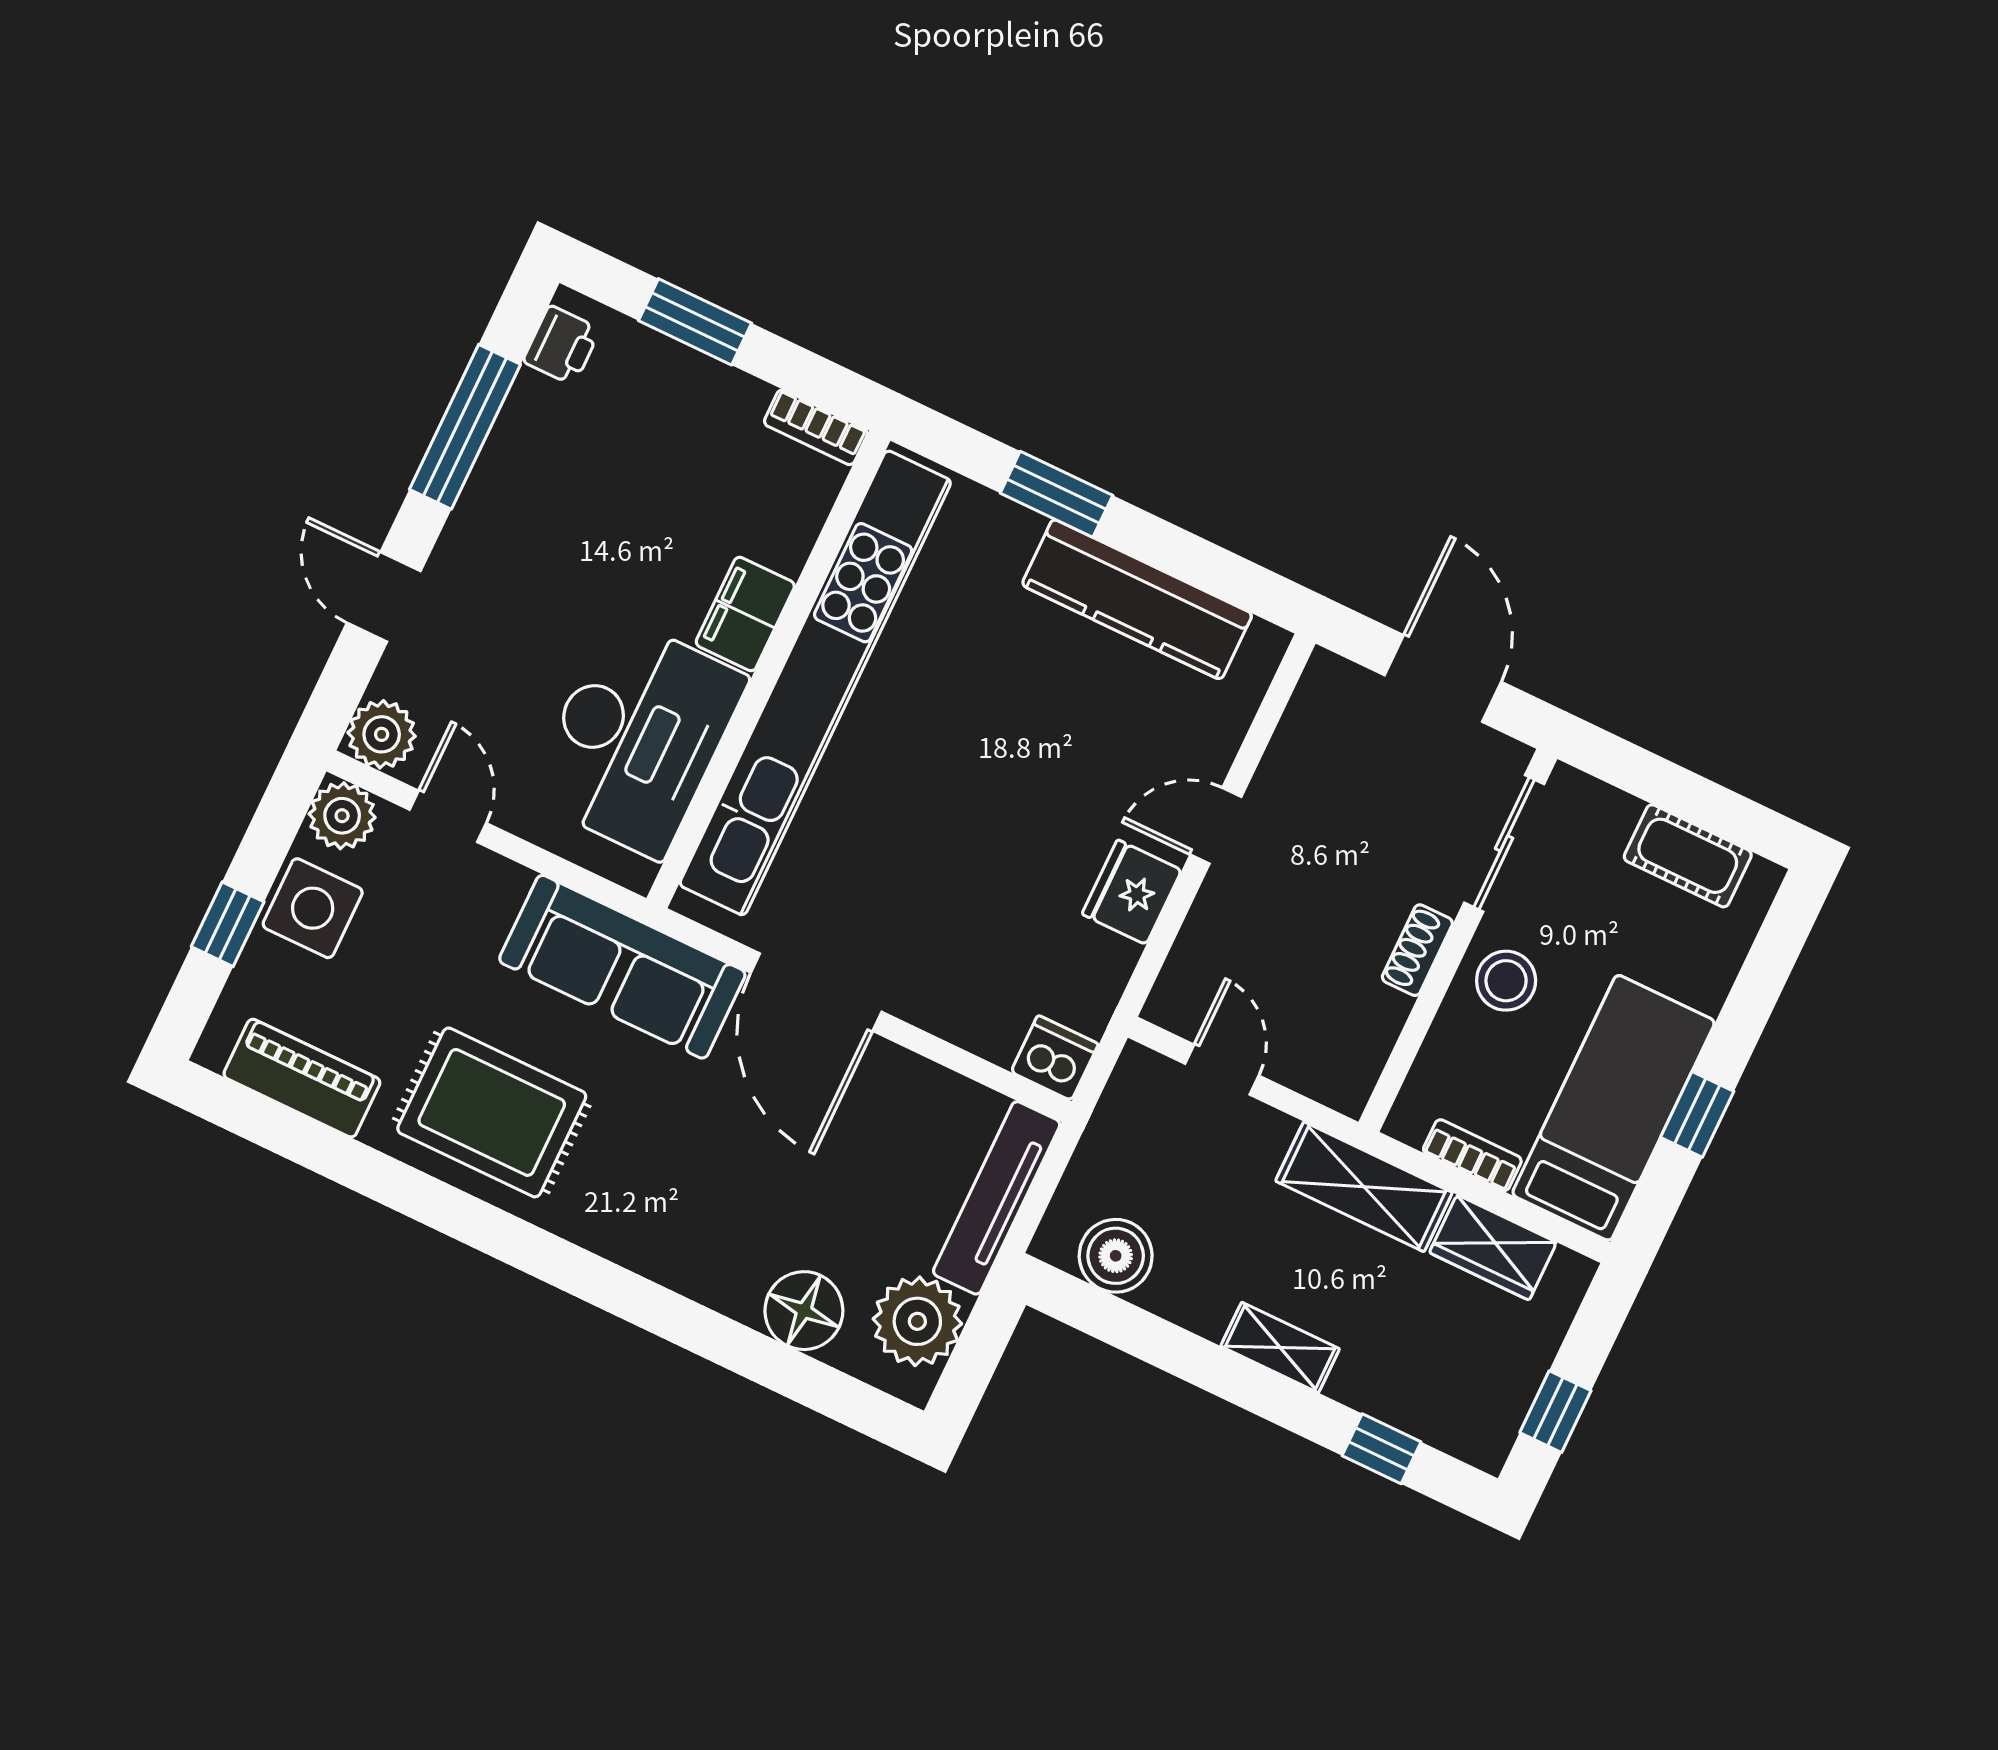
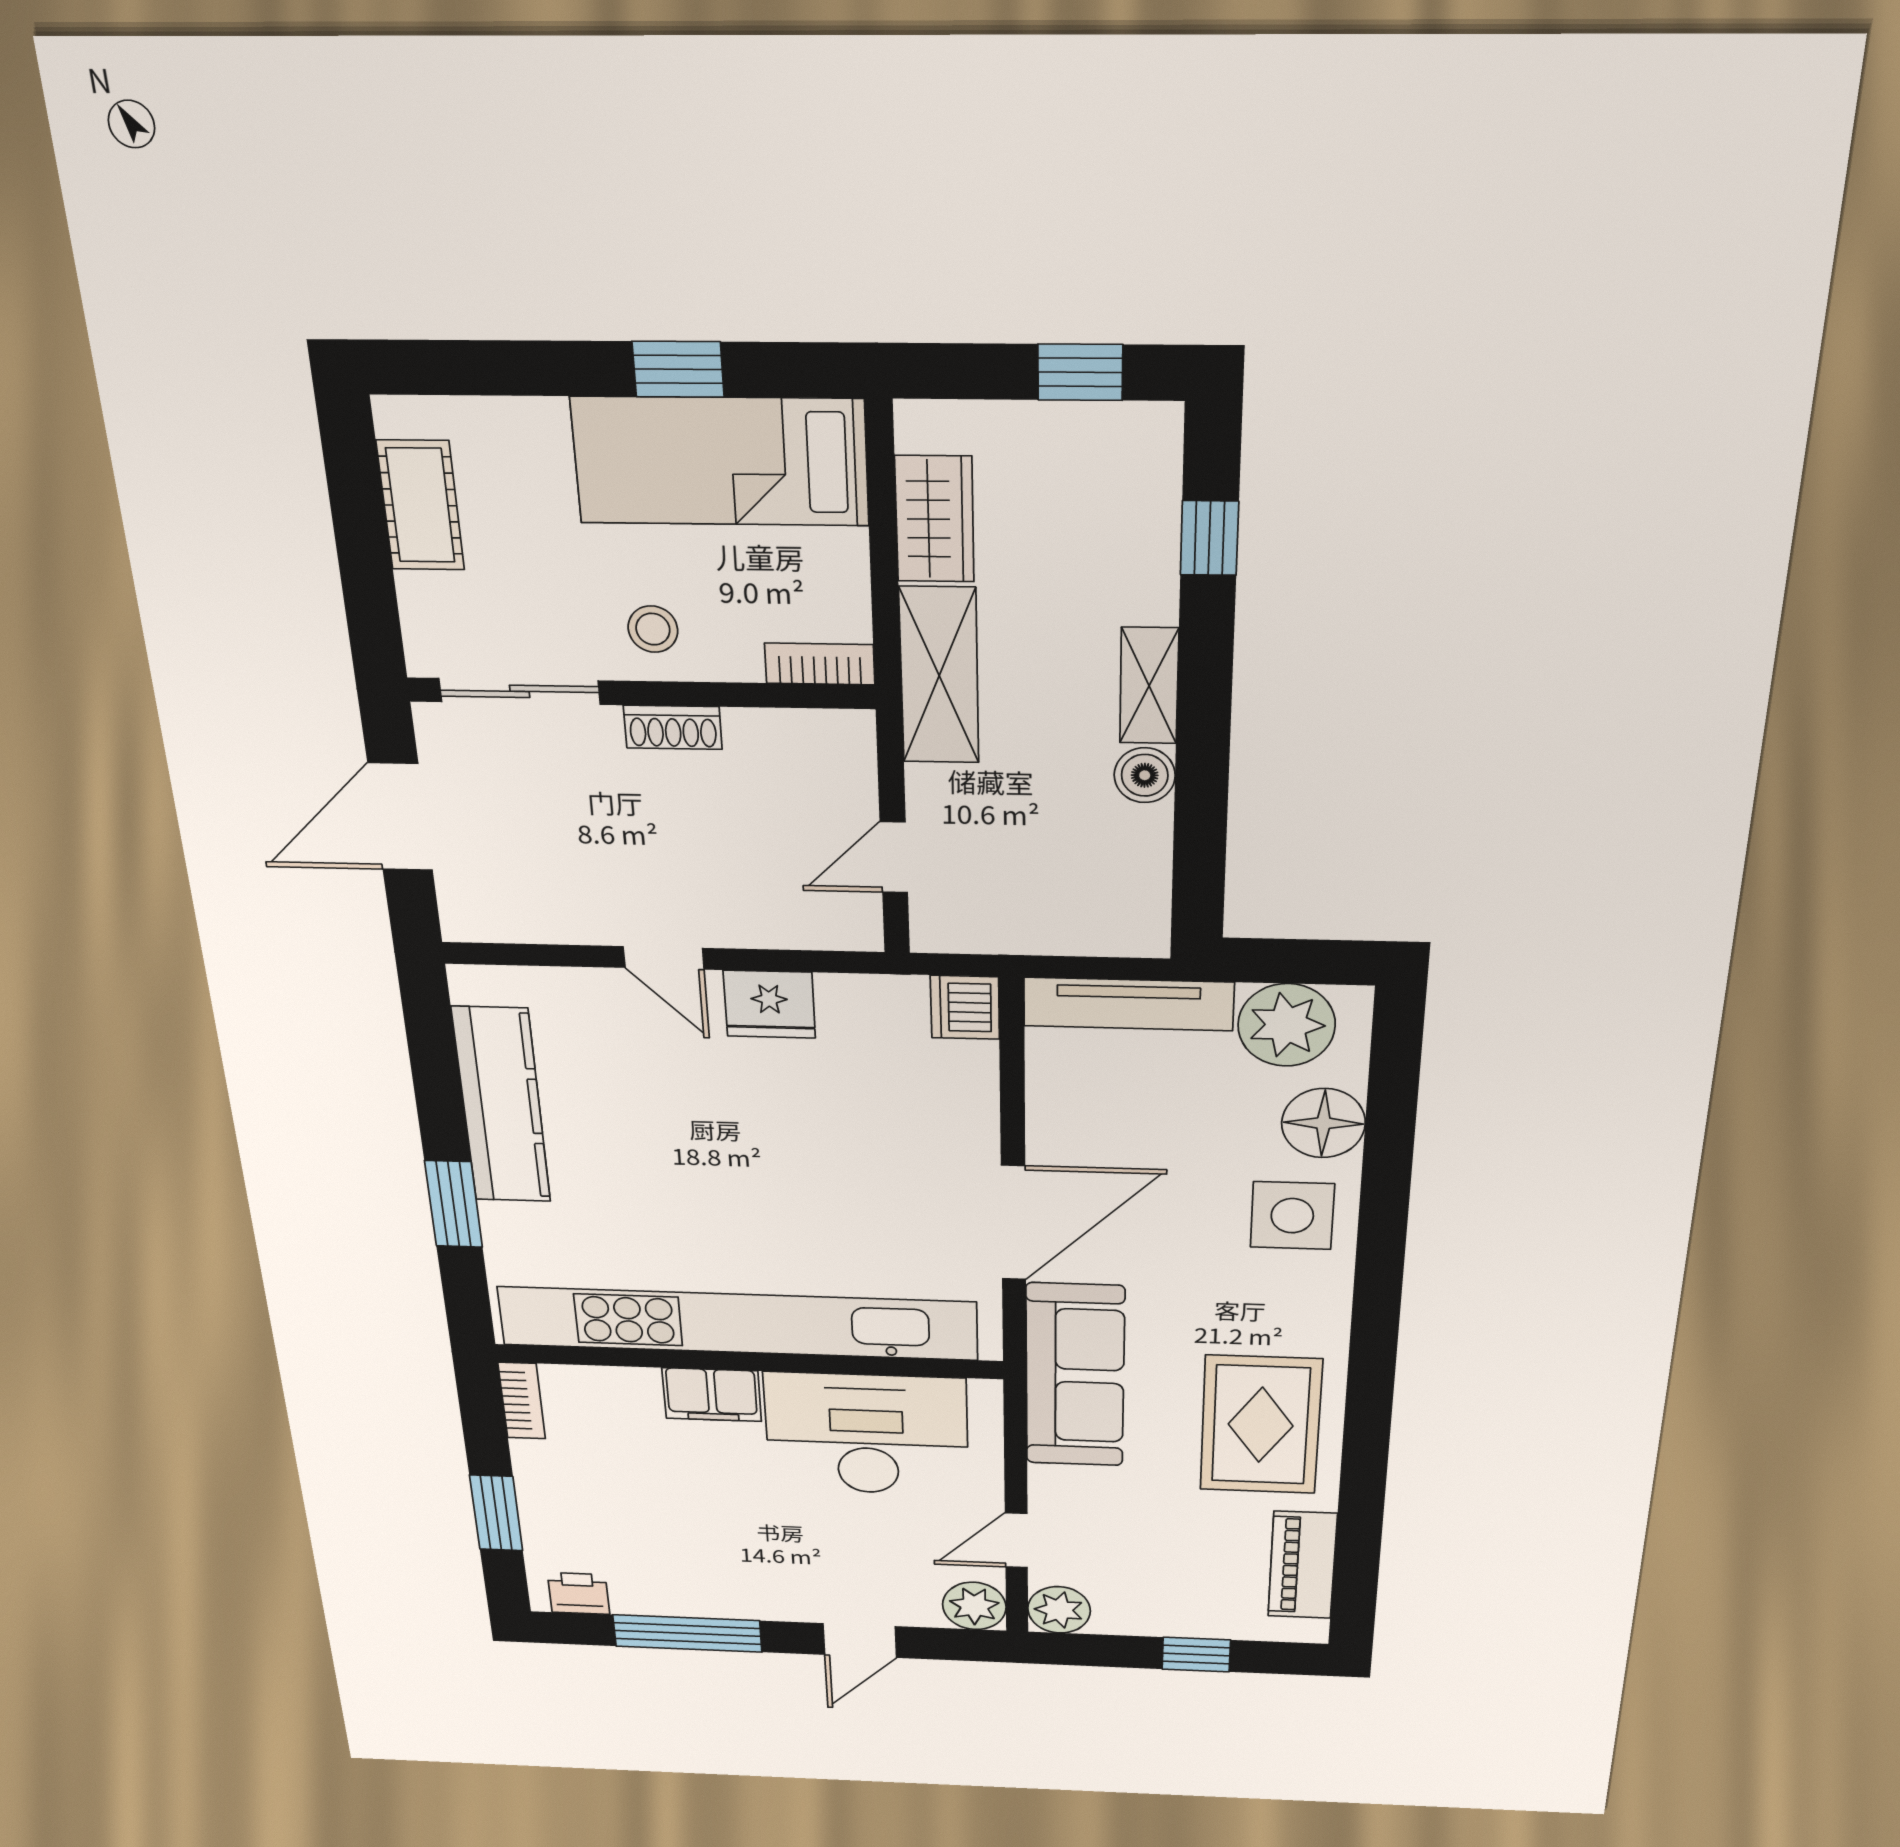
side table: (313, 908) -> (1292, 1216), moved
stool: (1506, 981) -> (653, 629), width x0.73, depth x0.73
bookcase: (1472, 1155) -> (820, 664), moved, turned 90
boiler: (1116, 1256) -> (1145, 775), moved, width x0.73, depth x0.73

